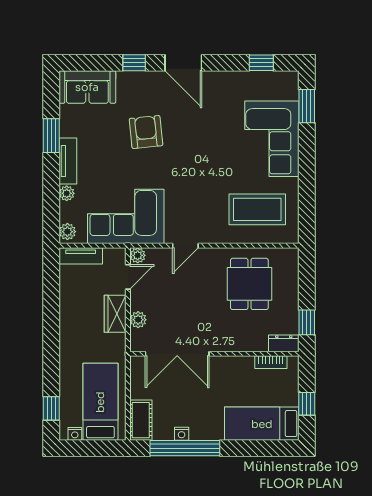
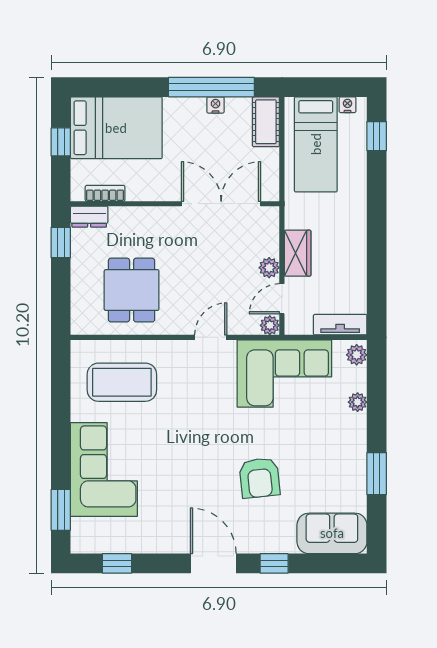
tv unit: (68, 161) -> (356, 442), removed
plant: (138, 320) -> (269, 268), moved
bed: (262, 424) -> (116, 128), width x1.50

